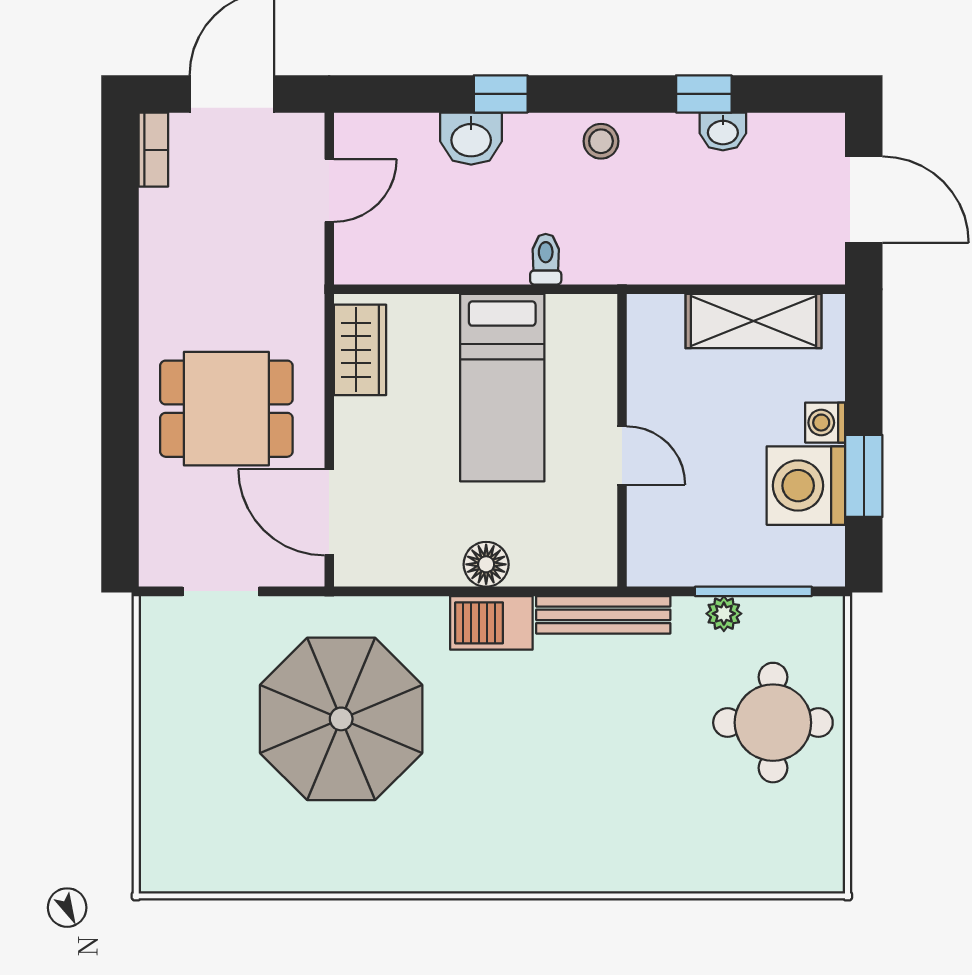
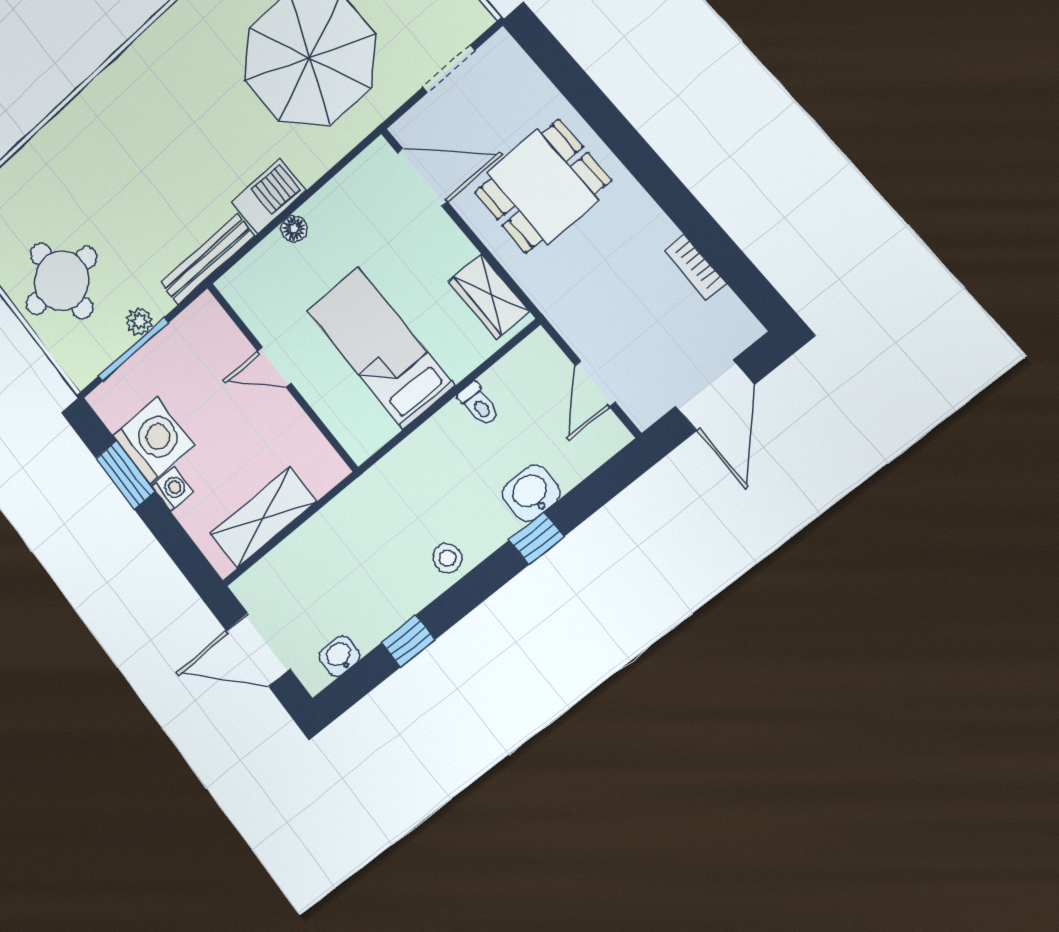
washbasin: (723, 131) -> (339, 656), moved
bookcase: (153, 150) -> (695, 267), moved
toilet: (546, 259) -> (478, 404), moved
floor lamp: (486, 564) -> (294, 229), width x0.73, depth x0.73

